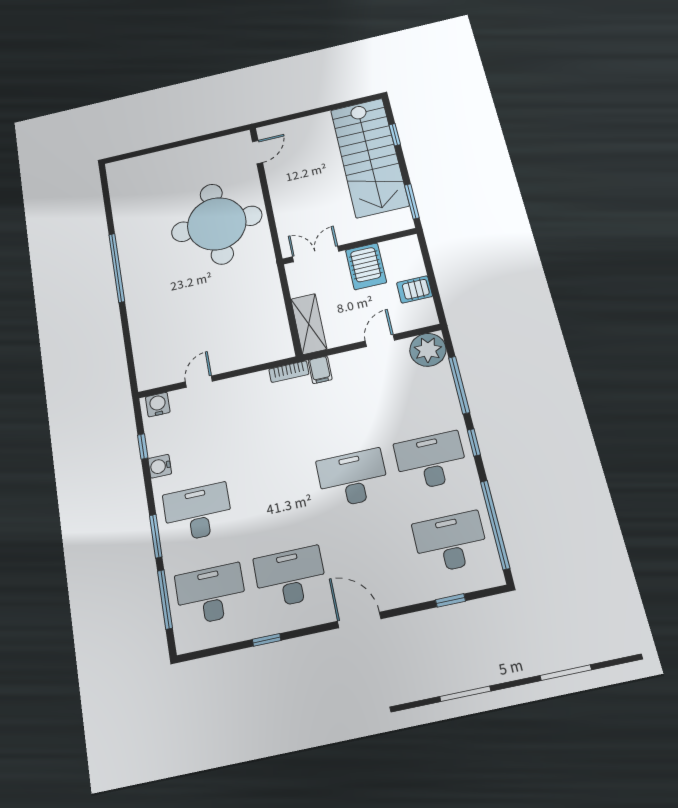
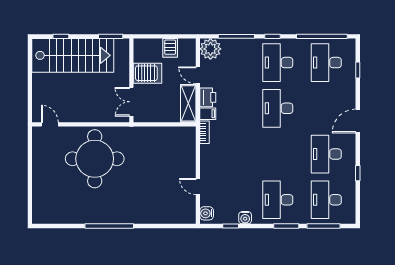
shelving: (309, 324) -> (188, 103), moved, turned 90
printer: (347, 364) -> (208, 97), added

